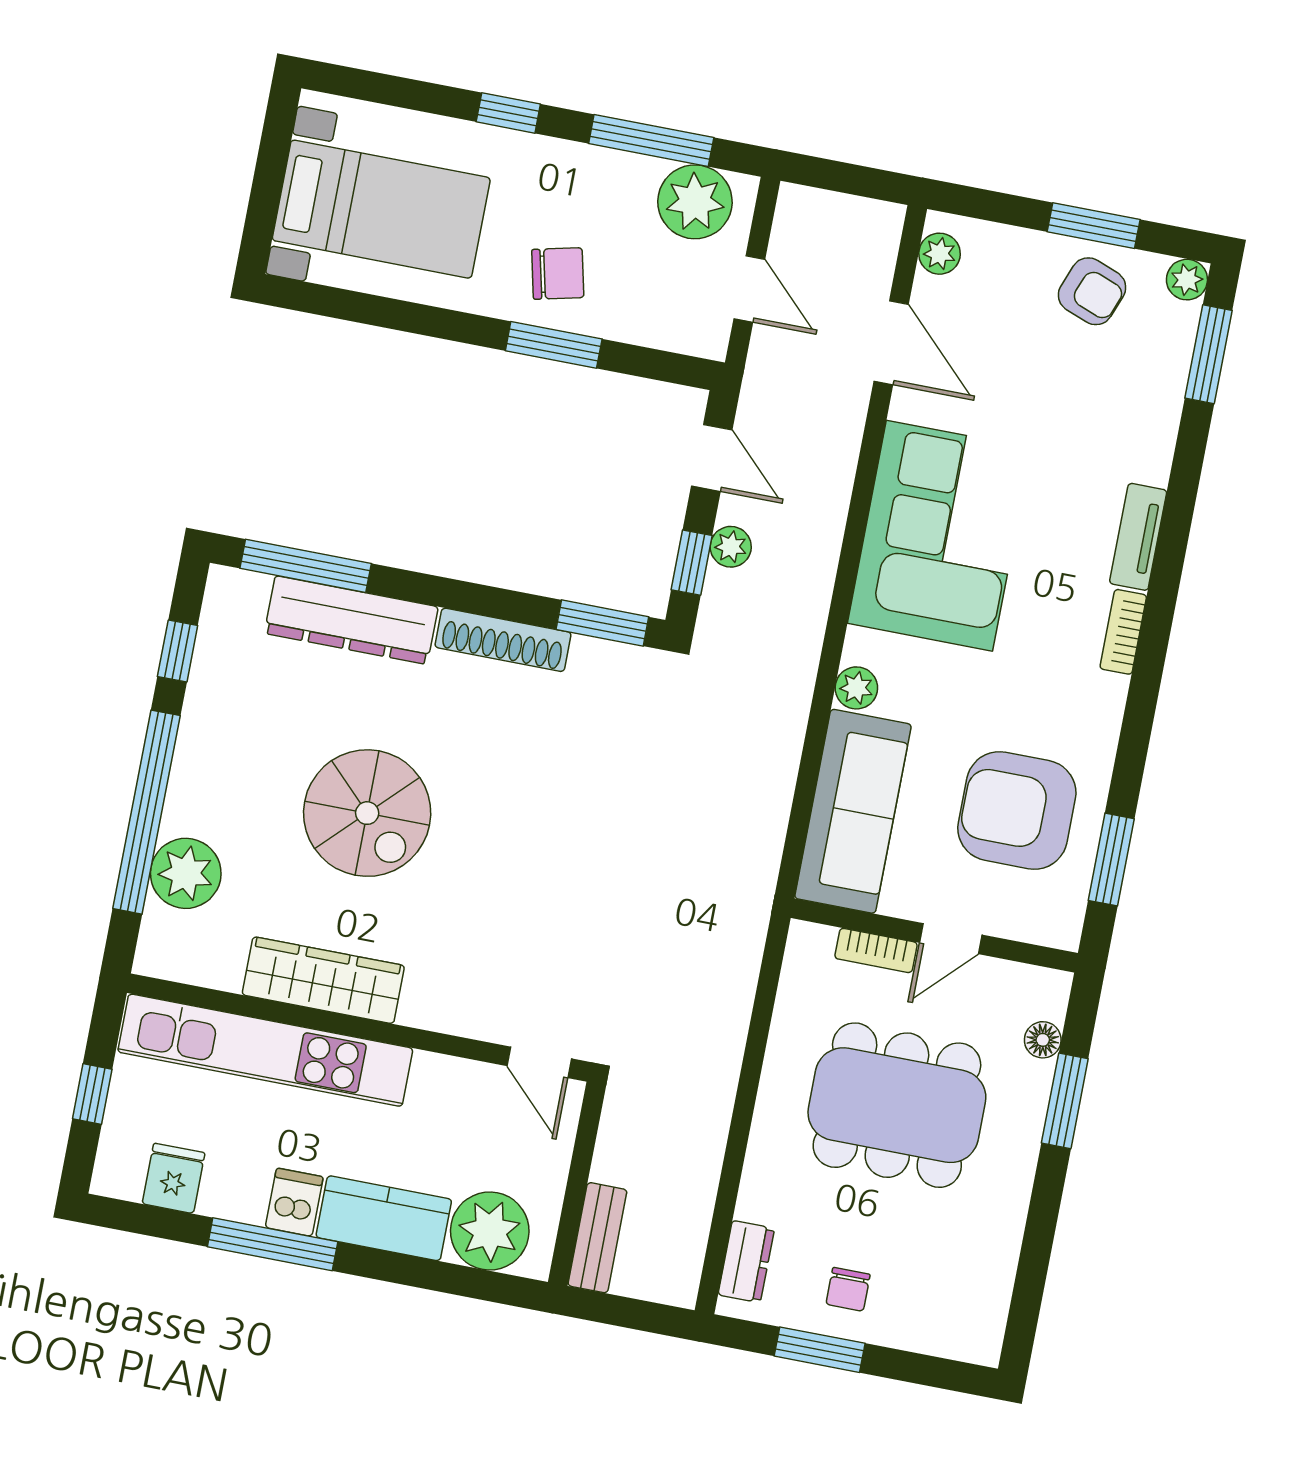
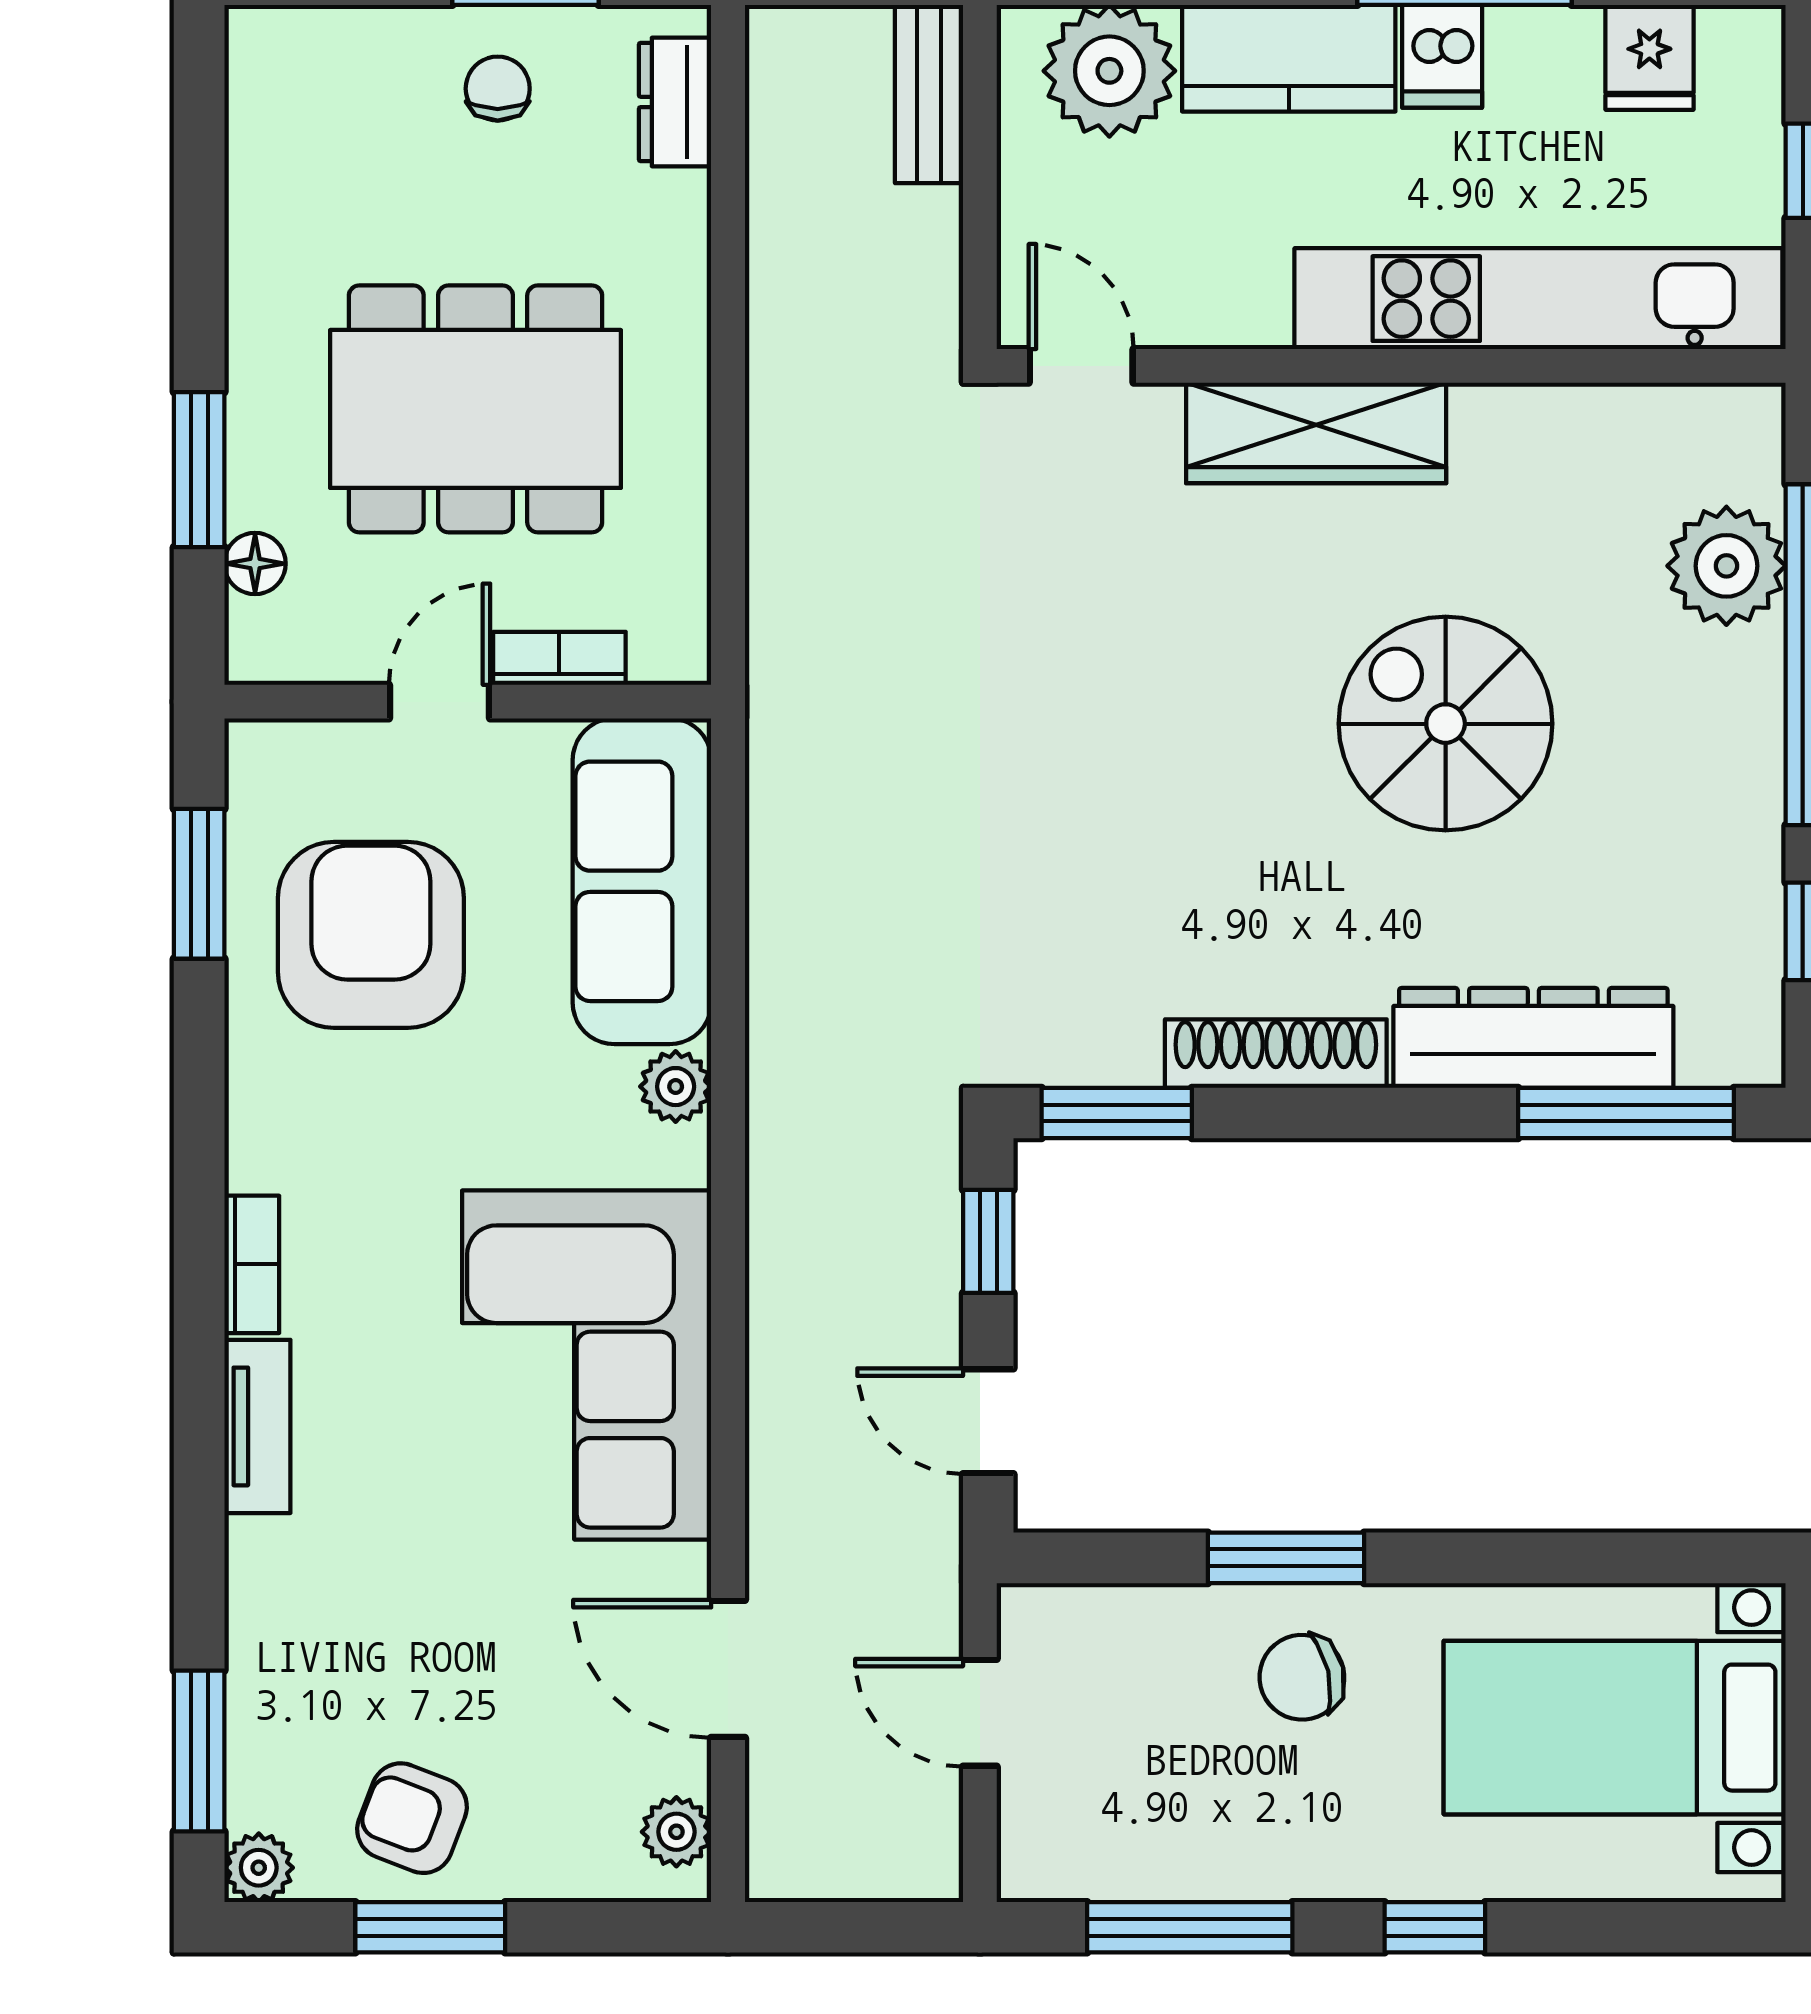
plant: (695, 202) -> (1098, 1840), removed
plant: (731, 547) -> (929, 1280), removed
armchair: (1017, 810) -> (371, 935), turned -90
wardrobe: (323, 980) -> (1316, 433), moved

